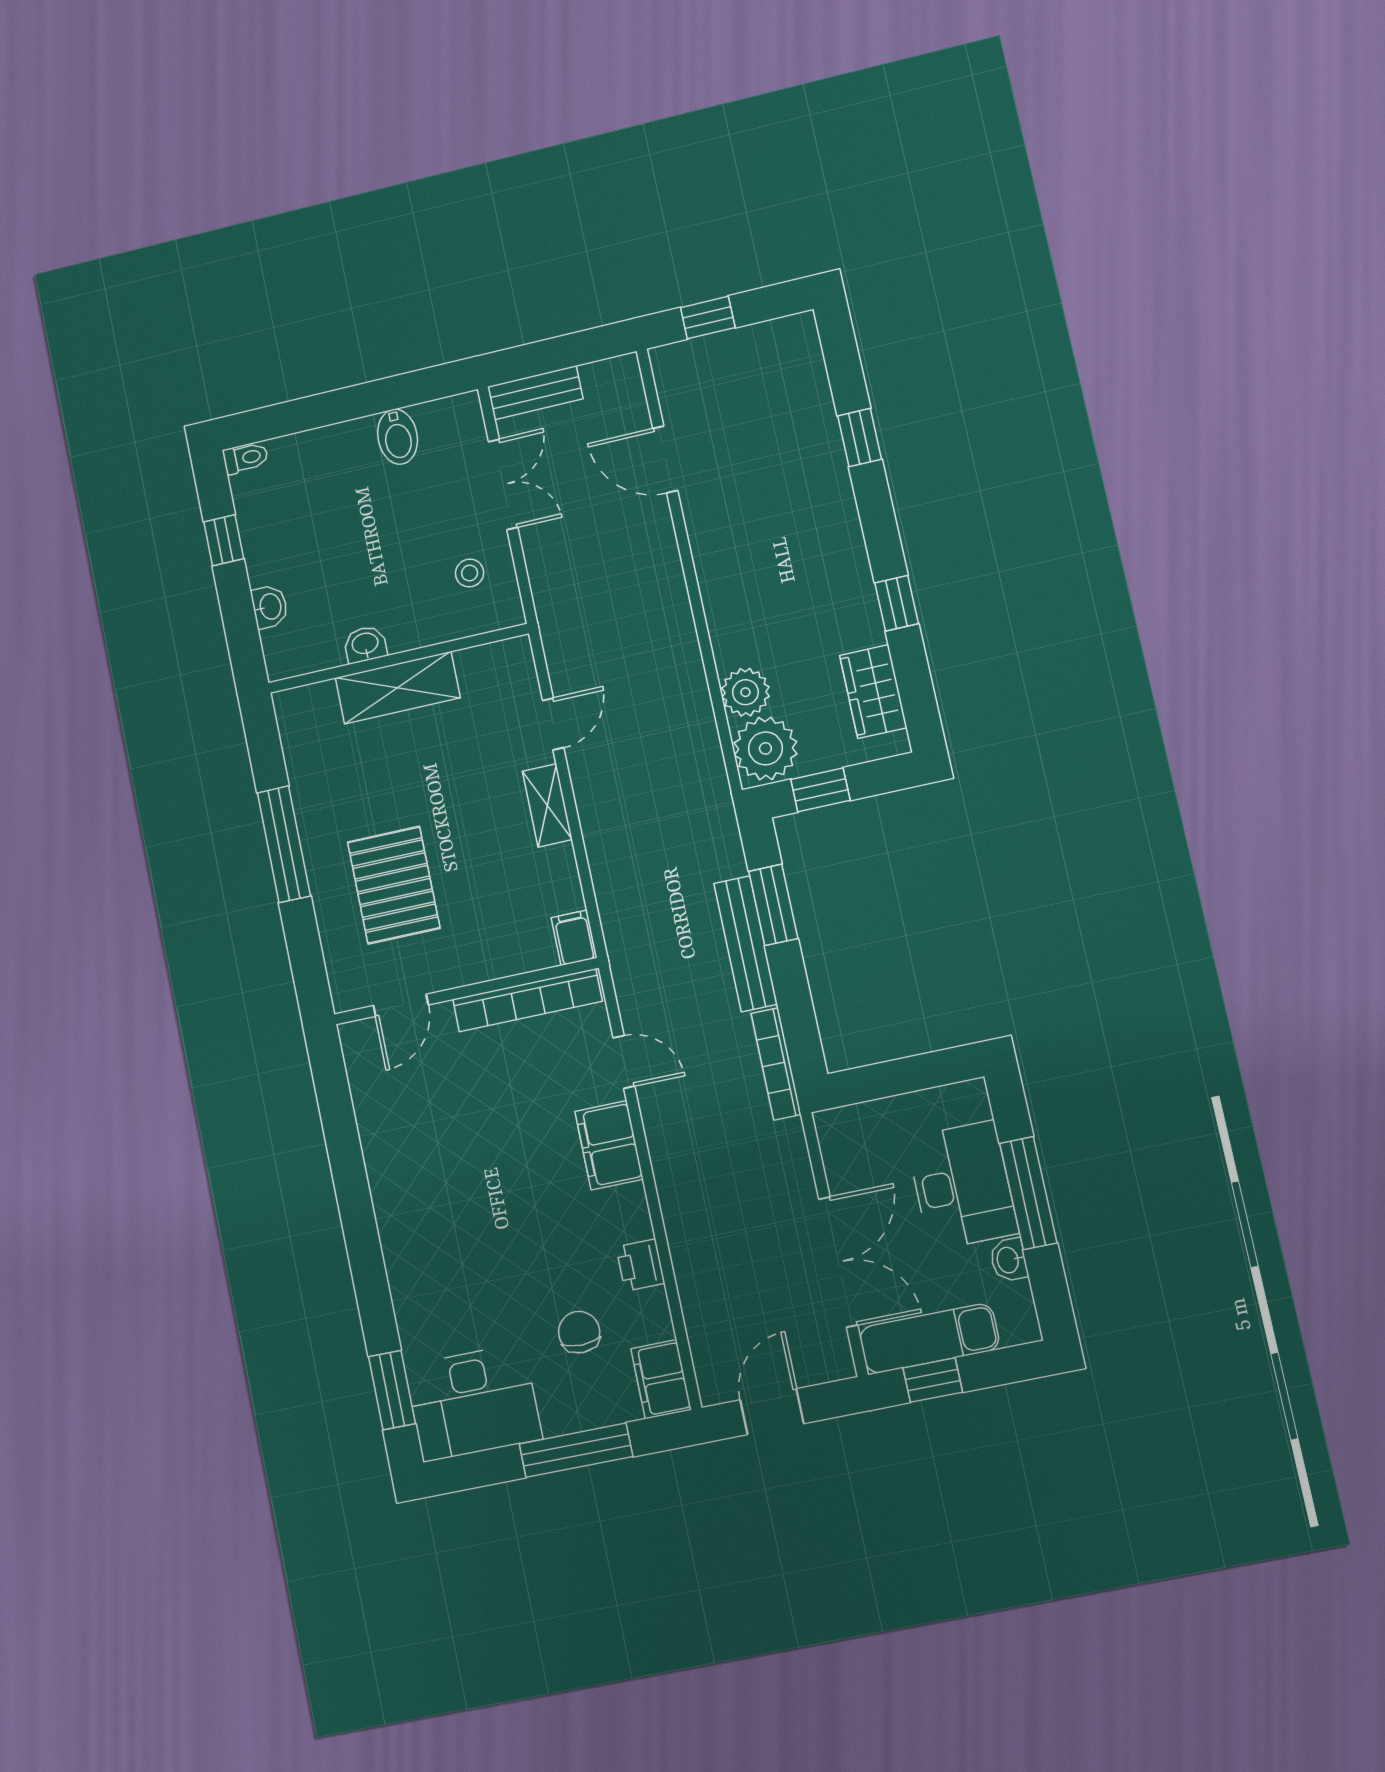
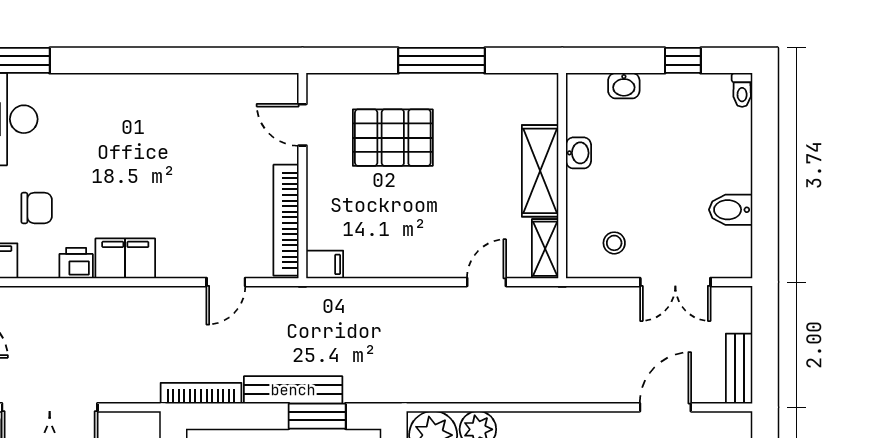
bench: (535, 393) -> (739, 369), moved
door: (553, 724) -> (486, 282), swing flipped
shelving: (547, 805) -> (545, 249), moved, turned 90
filing cabinet: (609, 1145) -> (125, 258), moved

